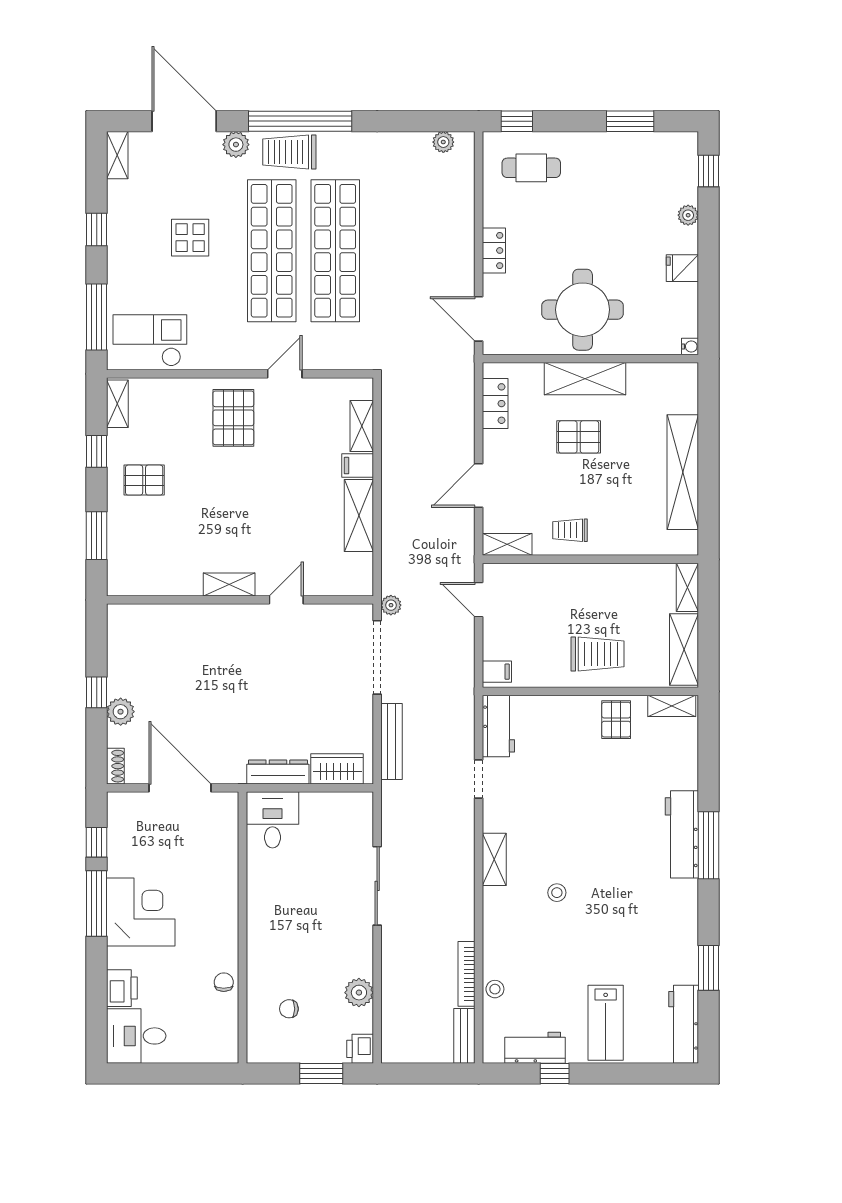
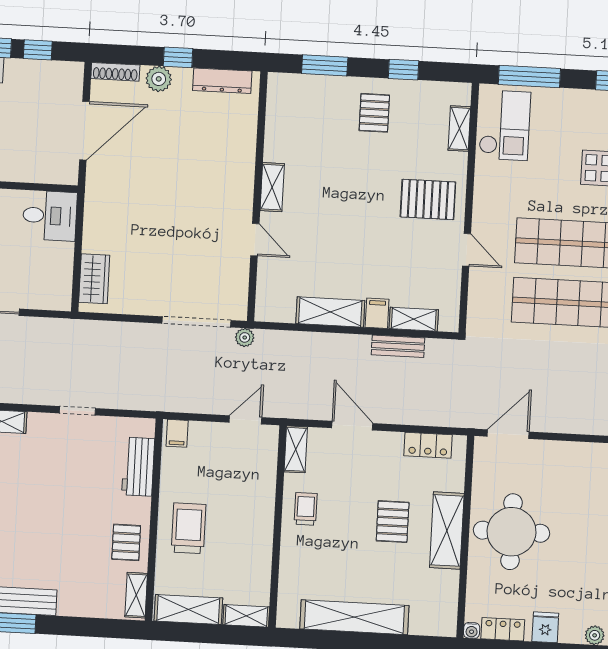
locker: (494, 250) -> (503, 629), moved, turned 180
shelving: (117, 404) -> (459, 129), moved, turned 90
trolley: (597, 654) -> (189, 528), turned 180
pallet: (616, 720) -> (126, 542), turned 90
workbench: (498, 726) -> (138, 467), moved, turned 90
bench: (392, 742) -> (398, 346), moved, width x0.73
shoe rack: (115, 766) -> (115, 72), width x1.43
dresser: (278, 772) -> (222, 81), moved, turned 90

